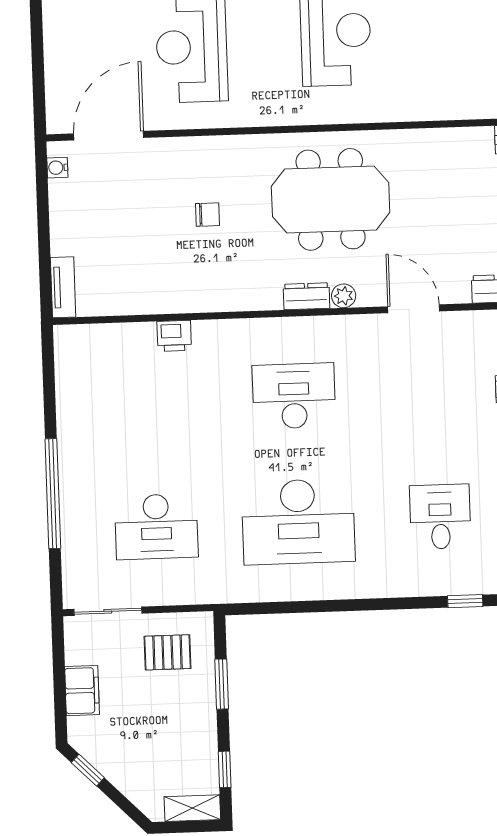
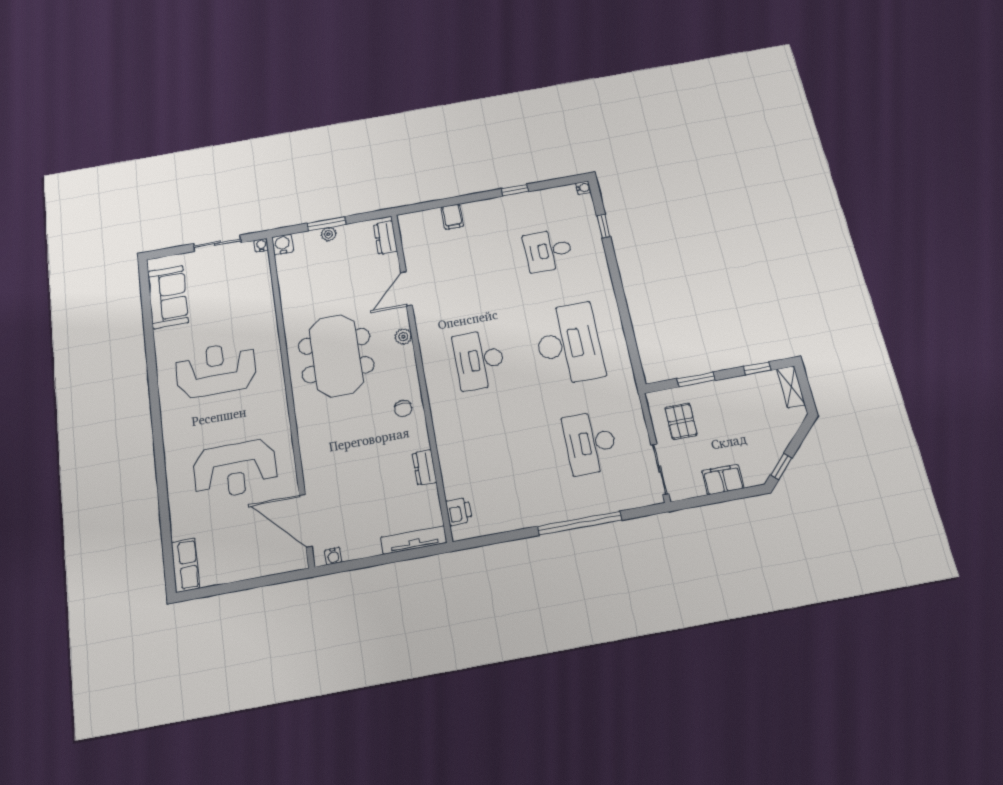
chair: (208, 215) -> (403, 409), moved, turned 180
tv unit: (63, 287) -> (414, 540), width x1.41
dresser: (306, 296) -> (425, 468), moved
printer: (174, 336) -> (459, 511), moved
desk: (156, 527) -> (590, 443), turned 180

